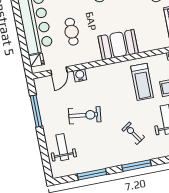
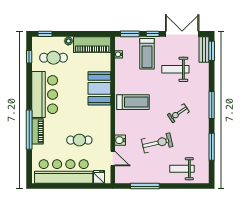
booth: (118, 45) -> (99, 88), moved
treadmill: (142, 82) -> (133, 102), moved
exercise bike: (85, 115) -> (157, 143), turned 70
exercise bike: (133, 133) -> (178, 113), moved

